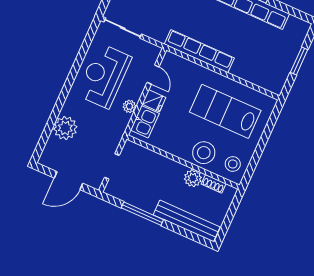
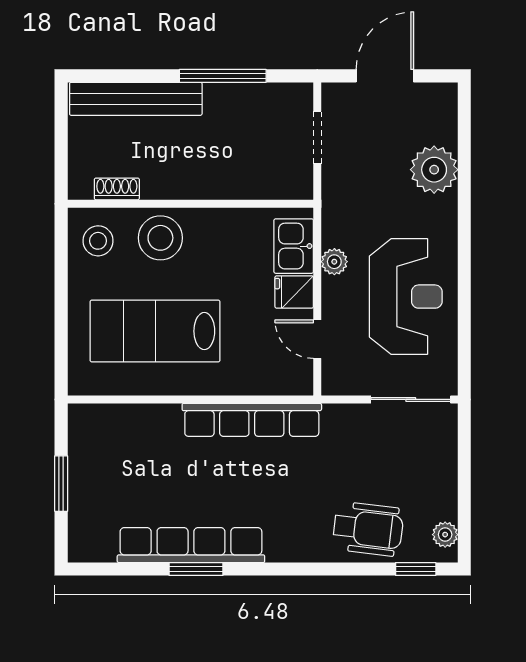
lab bench: (225, 111) -> (155, 331), turned 180
plant: (193, 178) -> (159, 182), removed

